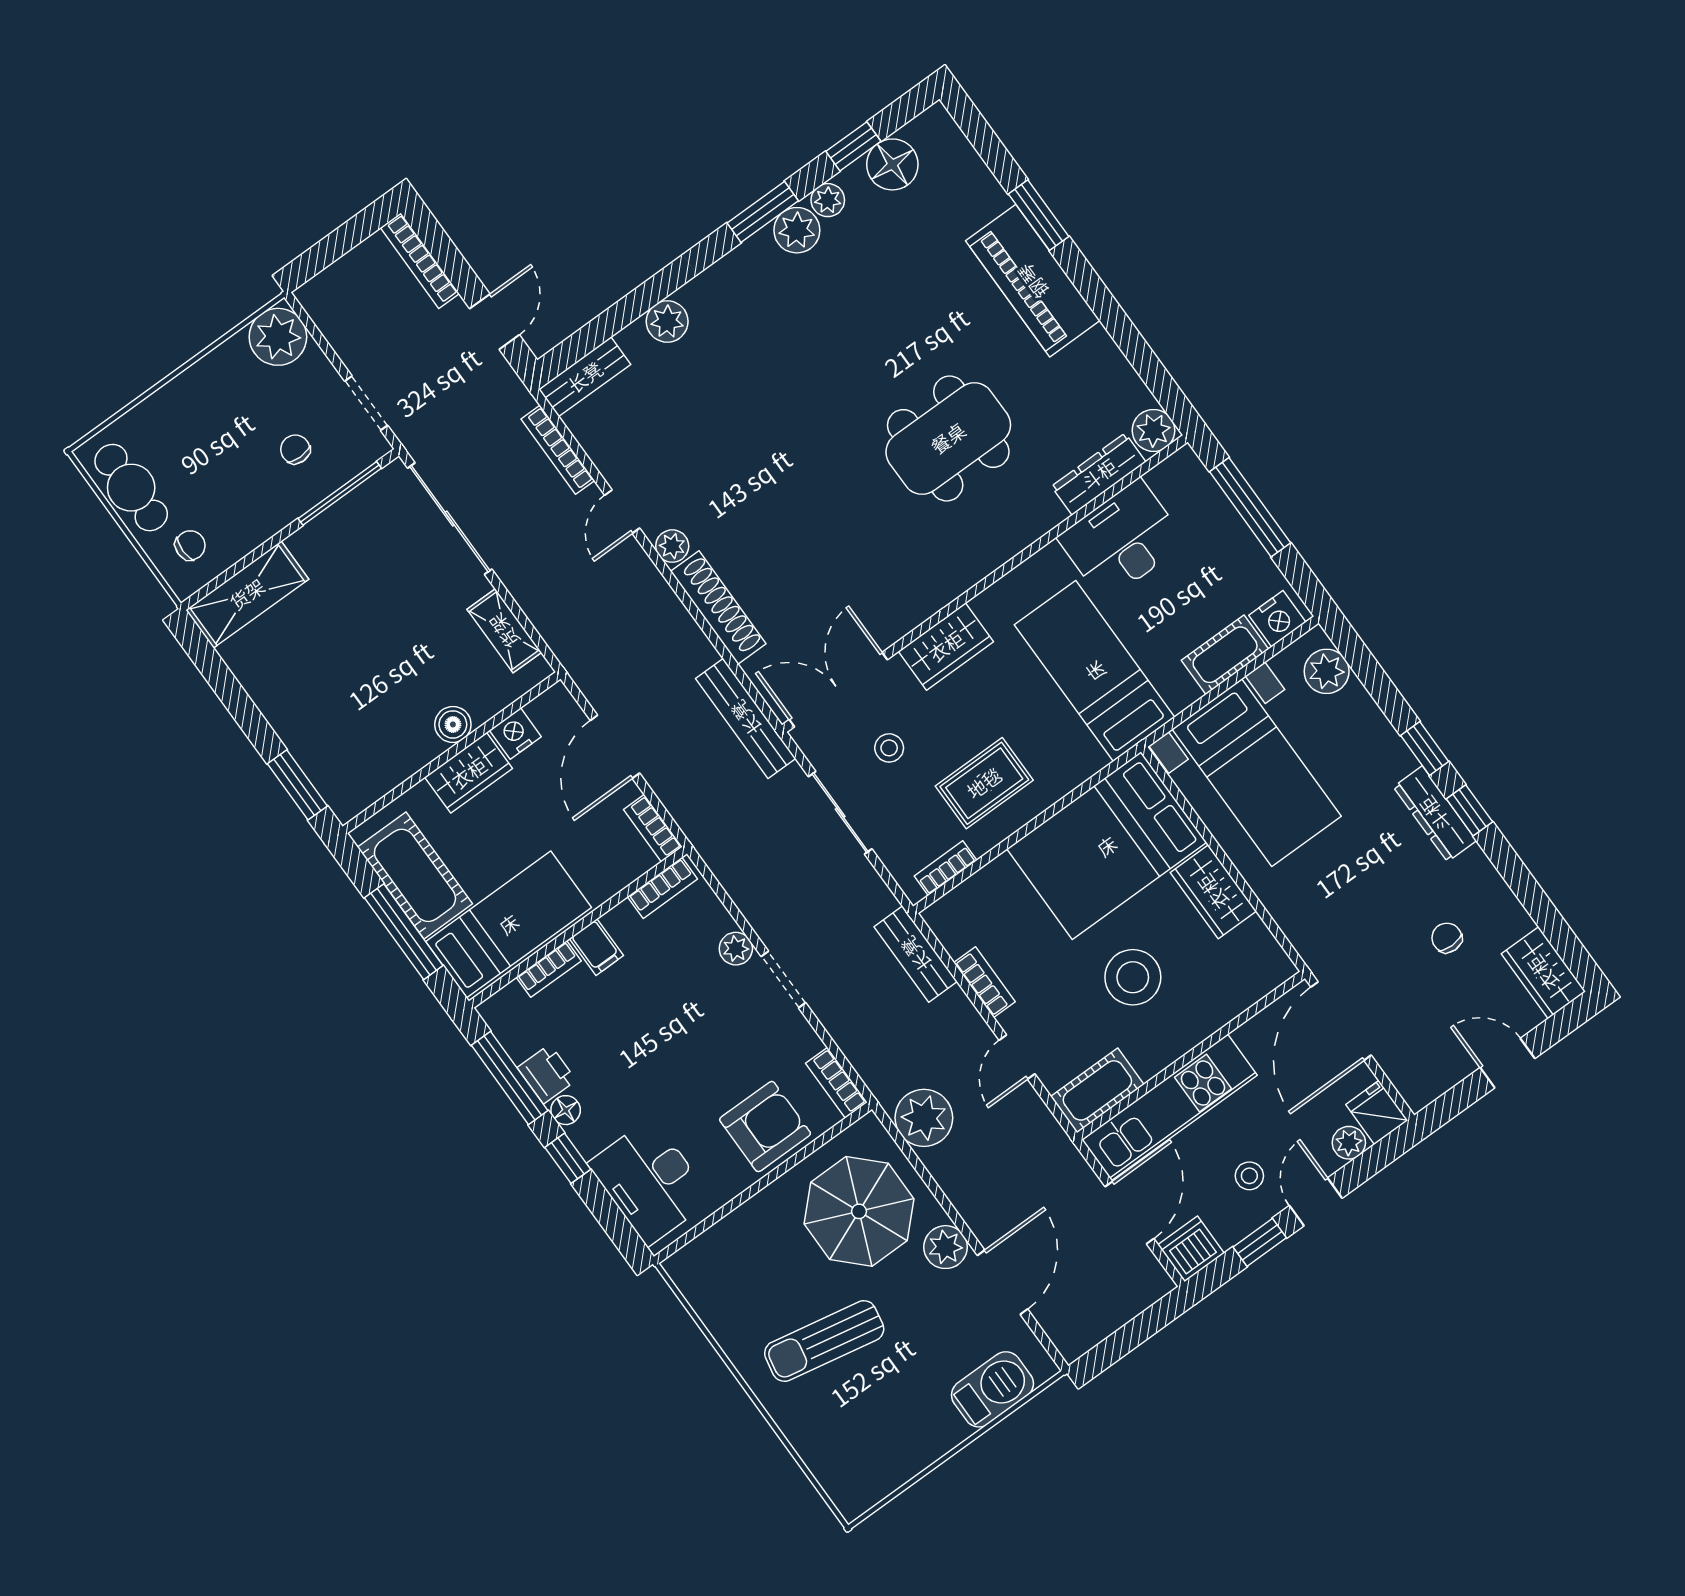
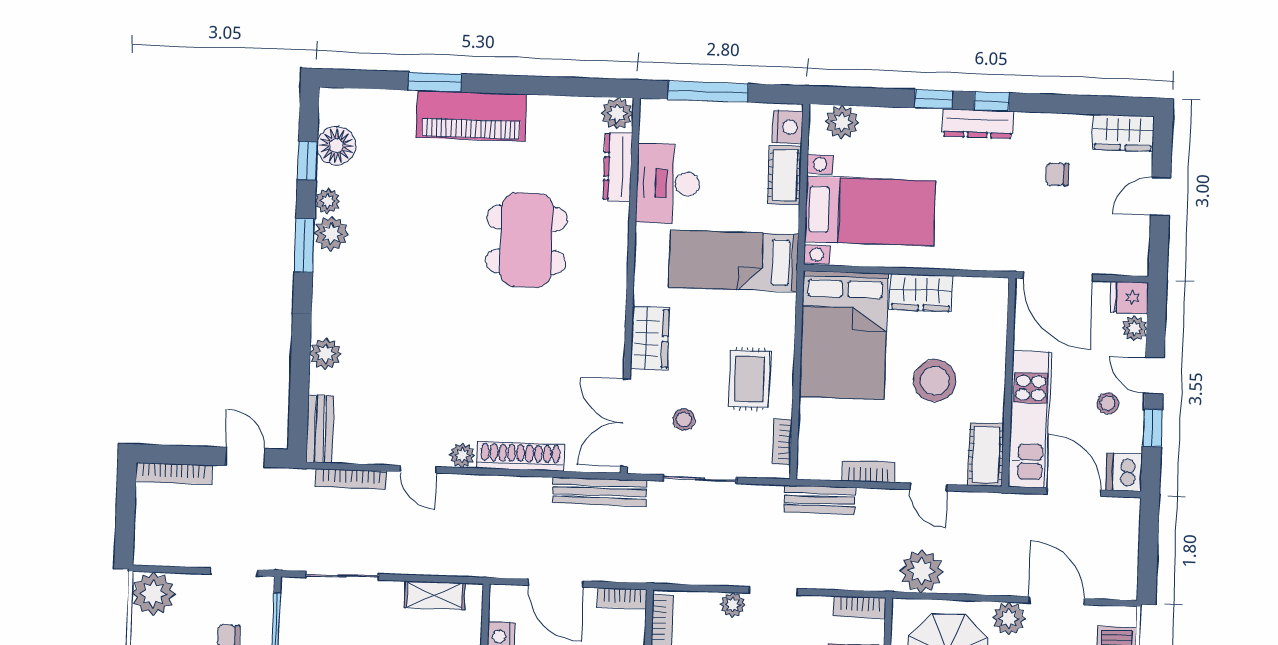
sliding door: (450, 519) -> (342, 576), width x0.73

